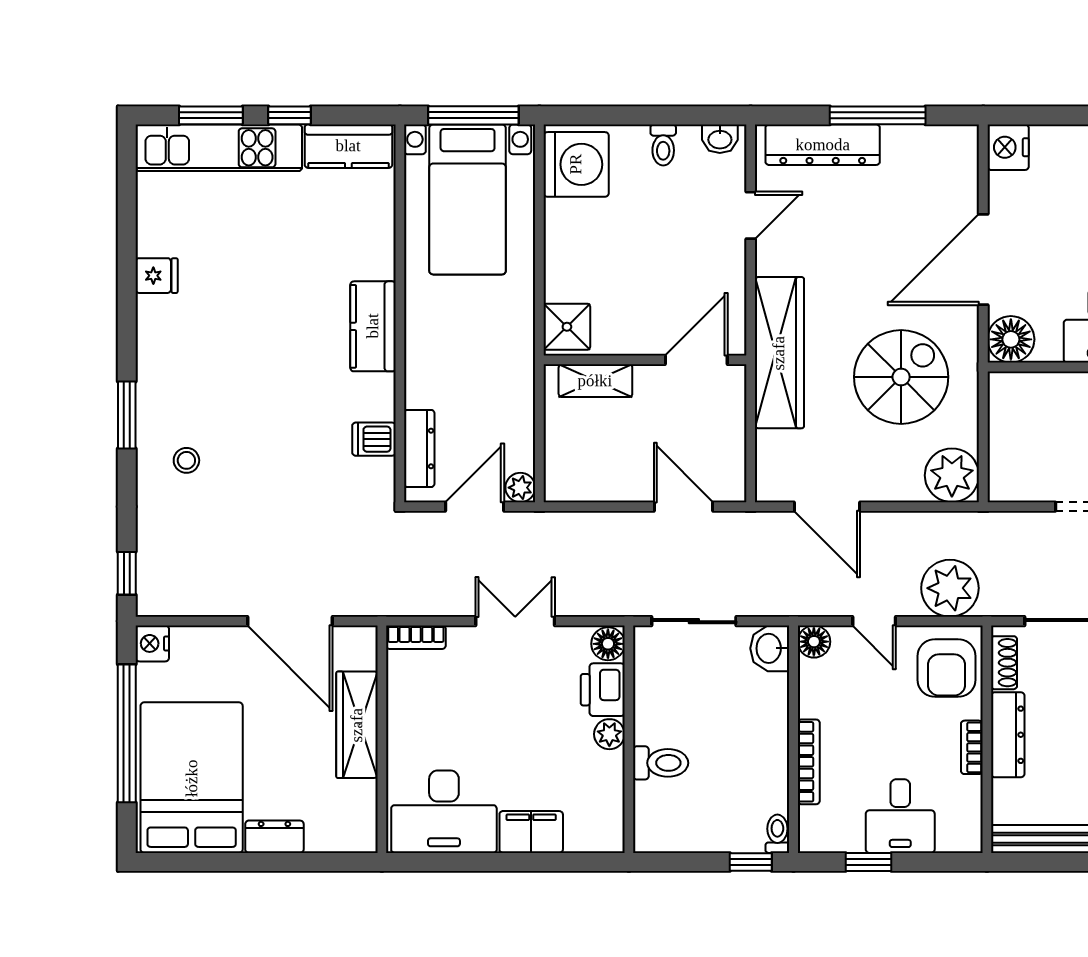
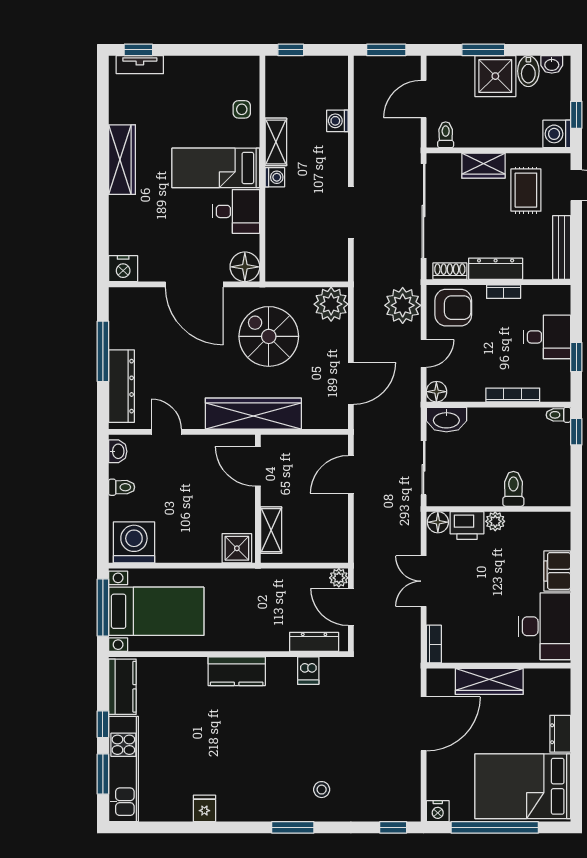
washbasin: (770, 648) -> (446, 420), width x1.38

